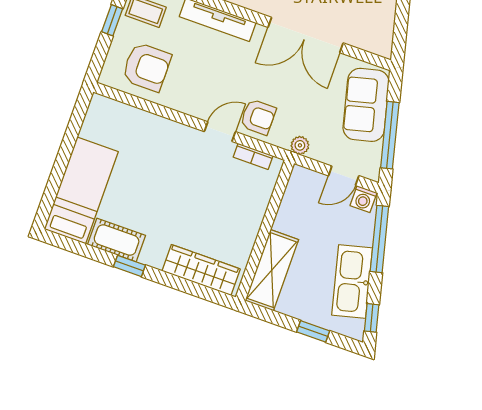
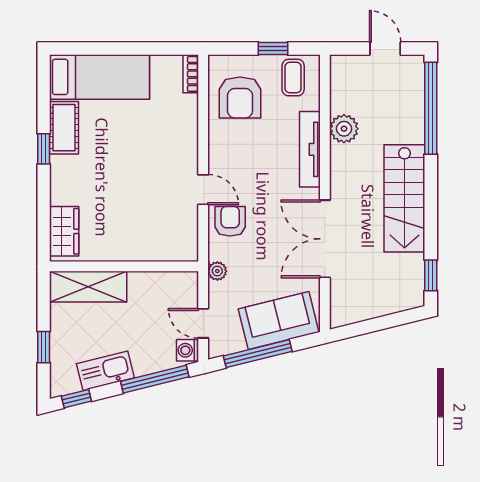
armchair: (258, 117) -> (230, 221), turned 180
bookcase: (253, 156) -> (191, 74), moved
wardrobe: (201, 270) -> (64, 231), width x0.67
kitchen sink: (352, 282) -> (105, 371), width x0.73, depth x0.81

